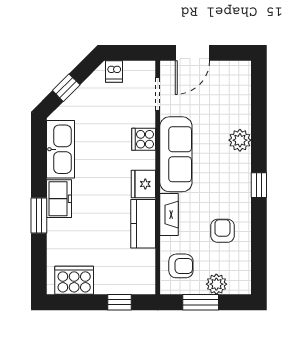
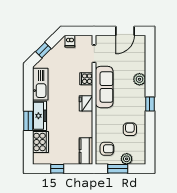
door: (192, 53) -> (125, 31), moved
freezer: (59, 199) -> (39, 116), width x1.40
fireplace: (169, 215) -> (100, 120), removed
kitchen counter: (143, 224) -> (86, 151), moved
cooker: (74, 280) -> (40, 142), moved, turned 90
window: (120, 302) -> (57, 169), moved

